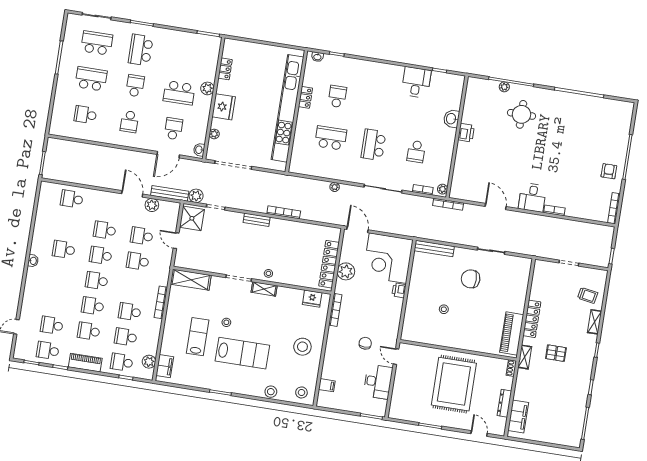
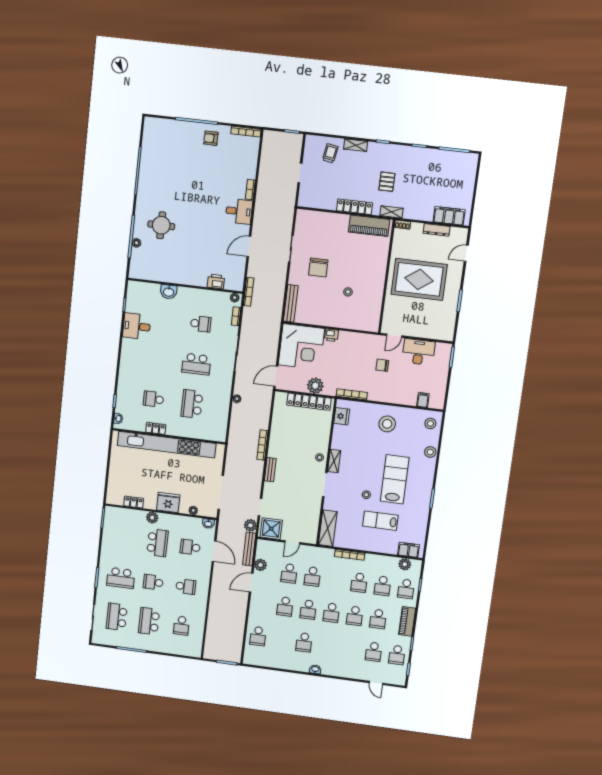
printer: (466, 133) -> (216, 281), moved

